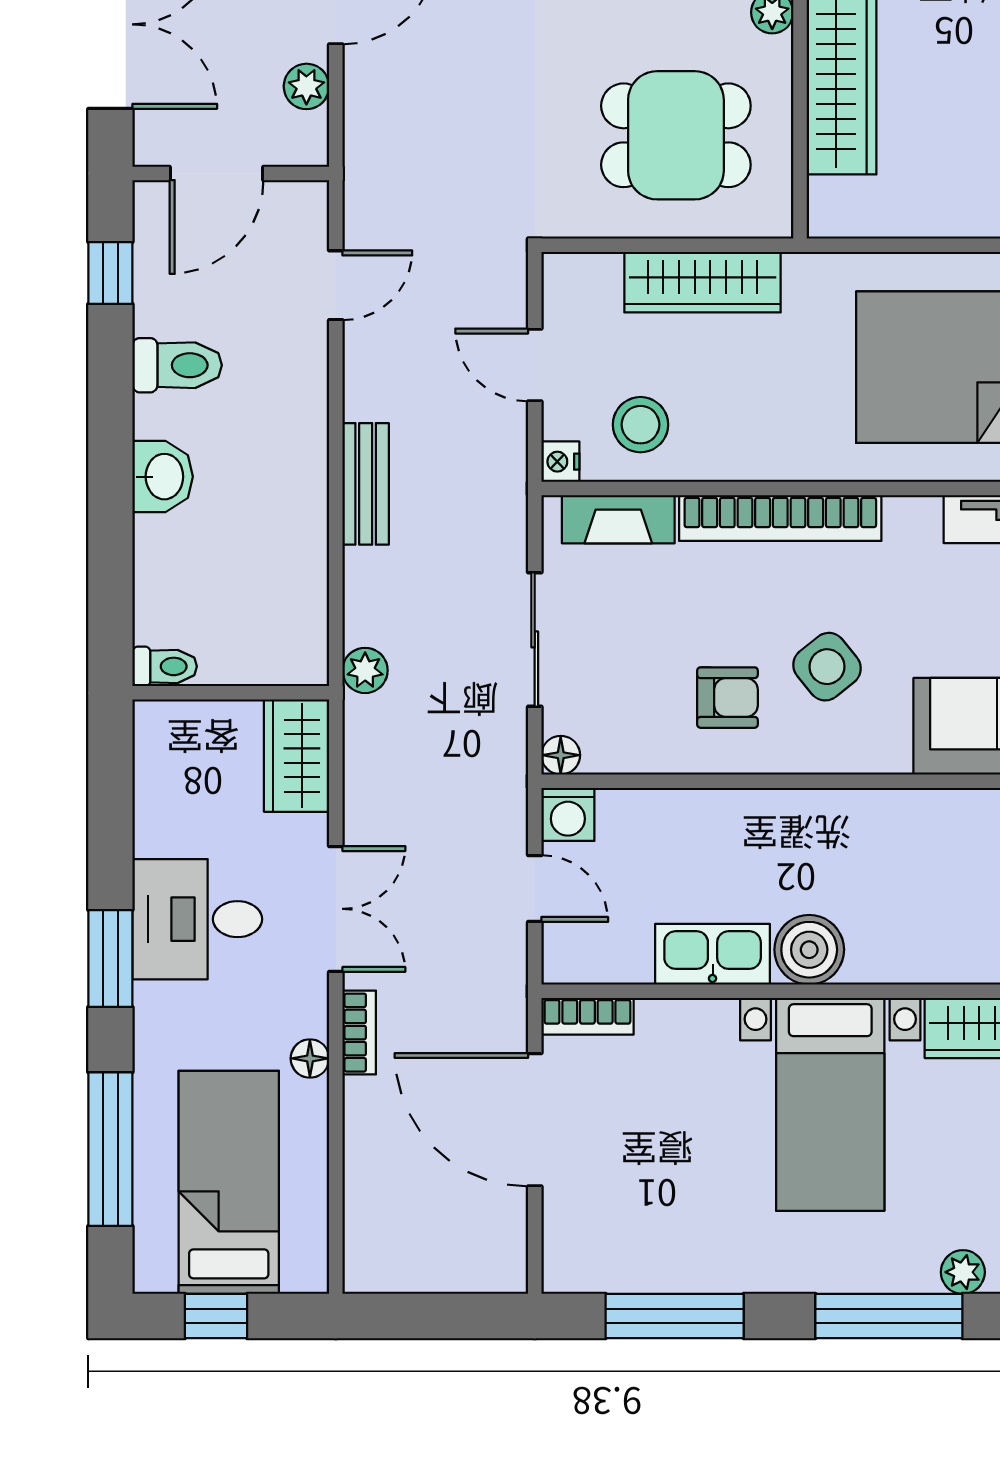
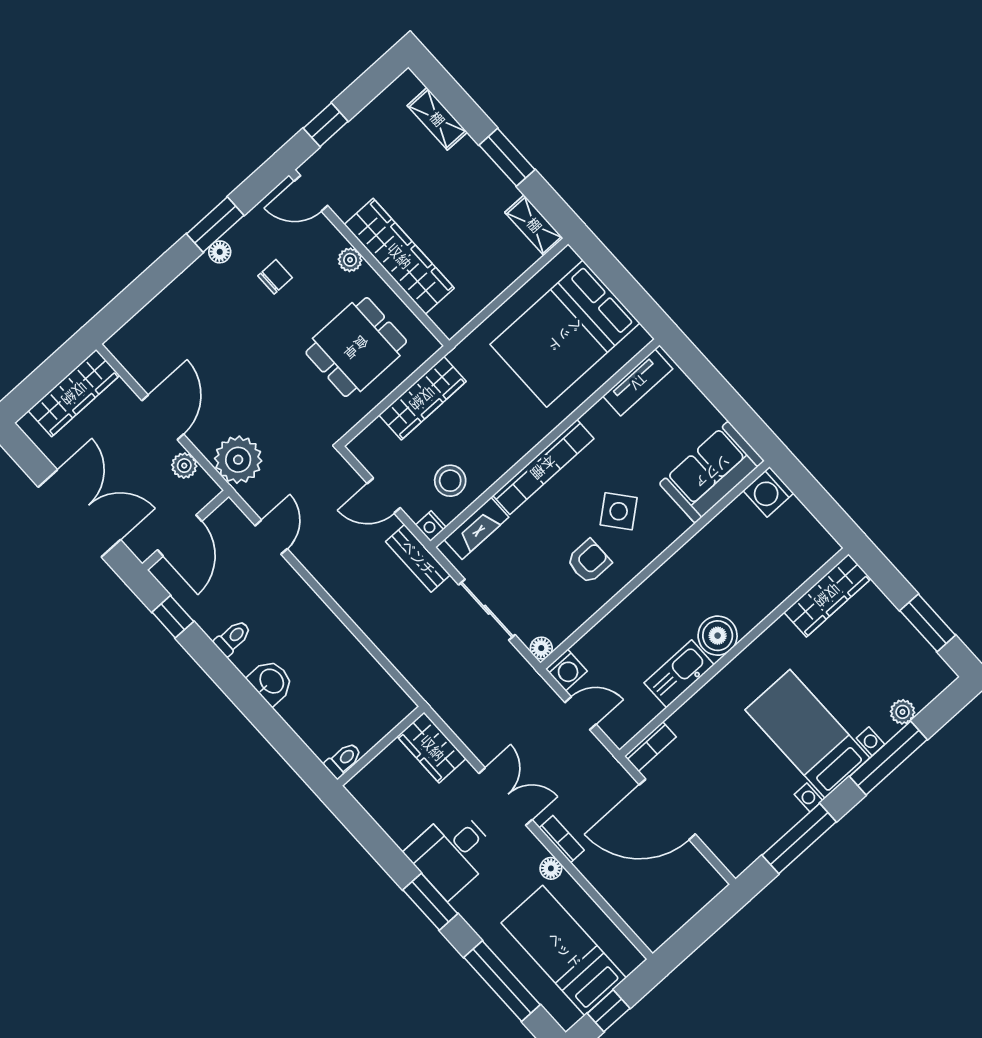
toilet: (177, 365) -> (233, 638), width x0.73, depth x0.72
bench: (366, 484) -> (418, 558), moved
plant: (365, 670) -> (238, 460), moved, width x1.87, depth x1.87
bed with nightstands: (830, 1104) -> (807, 734), moved, turned 180

